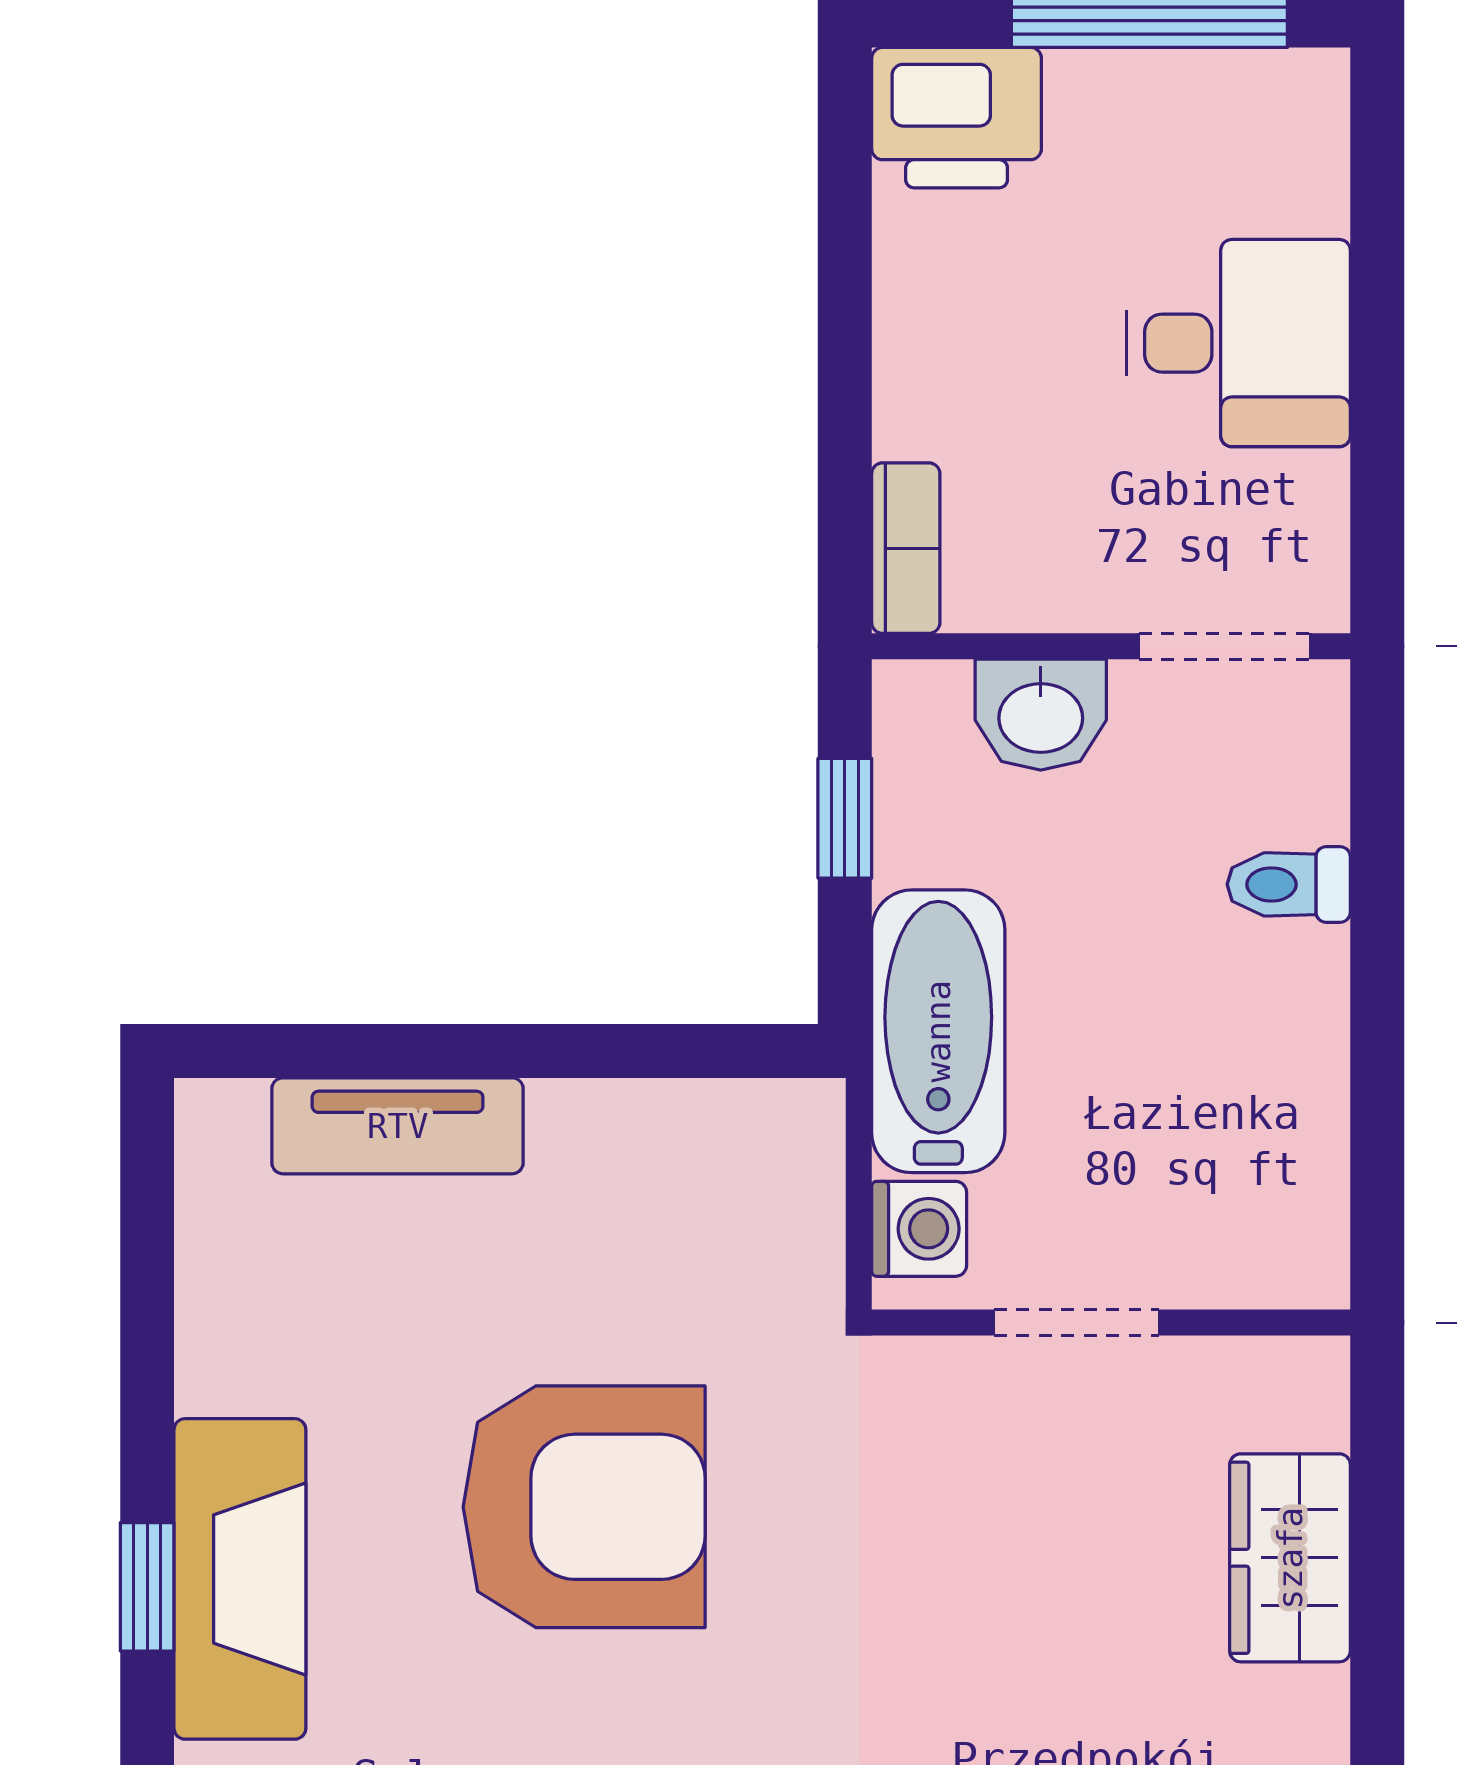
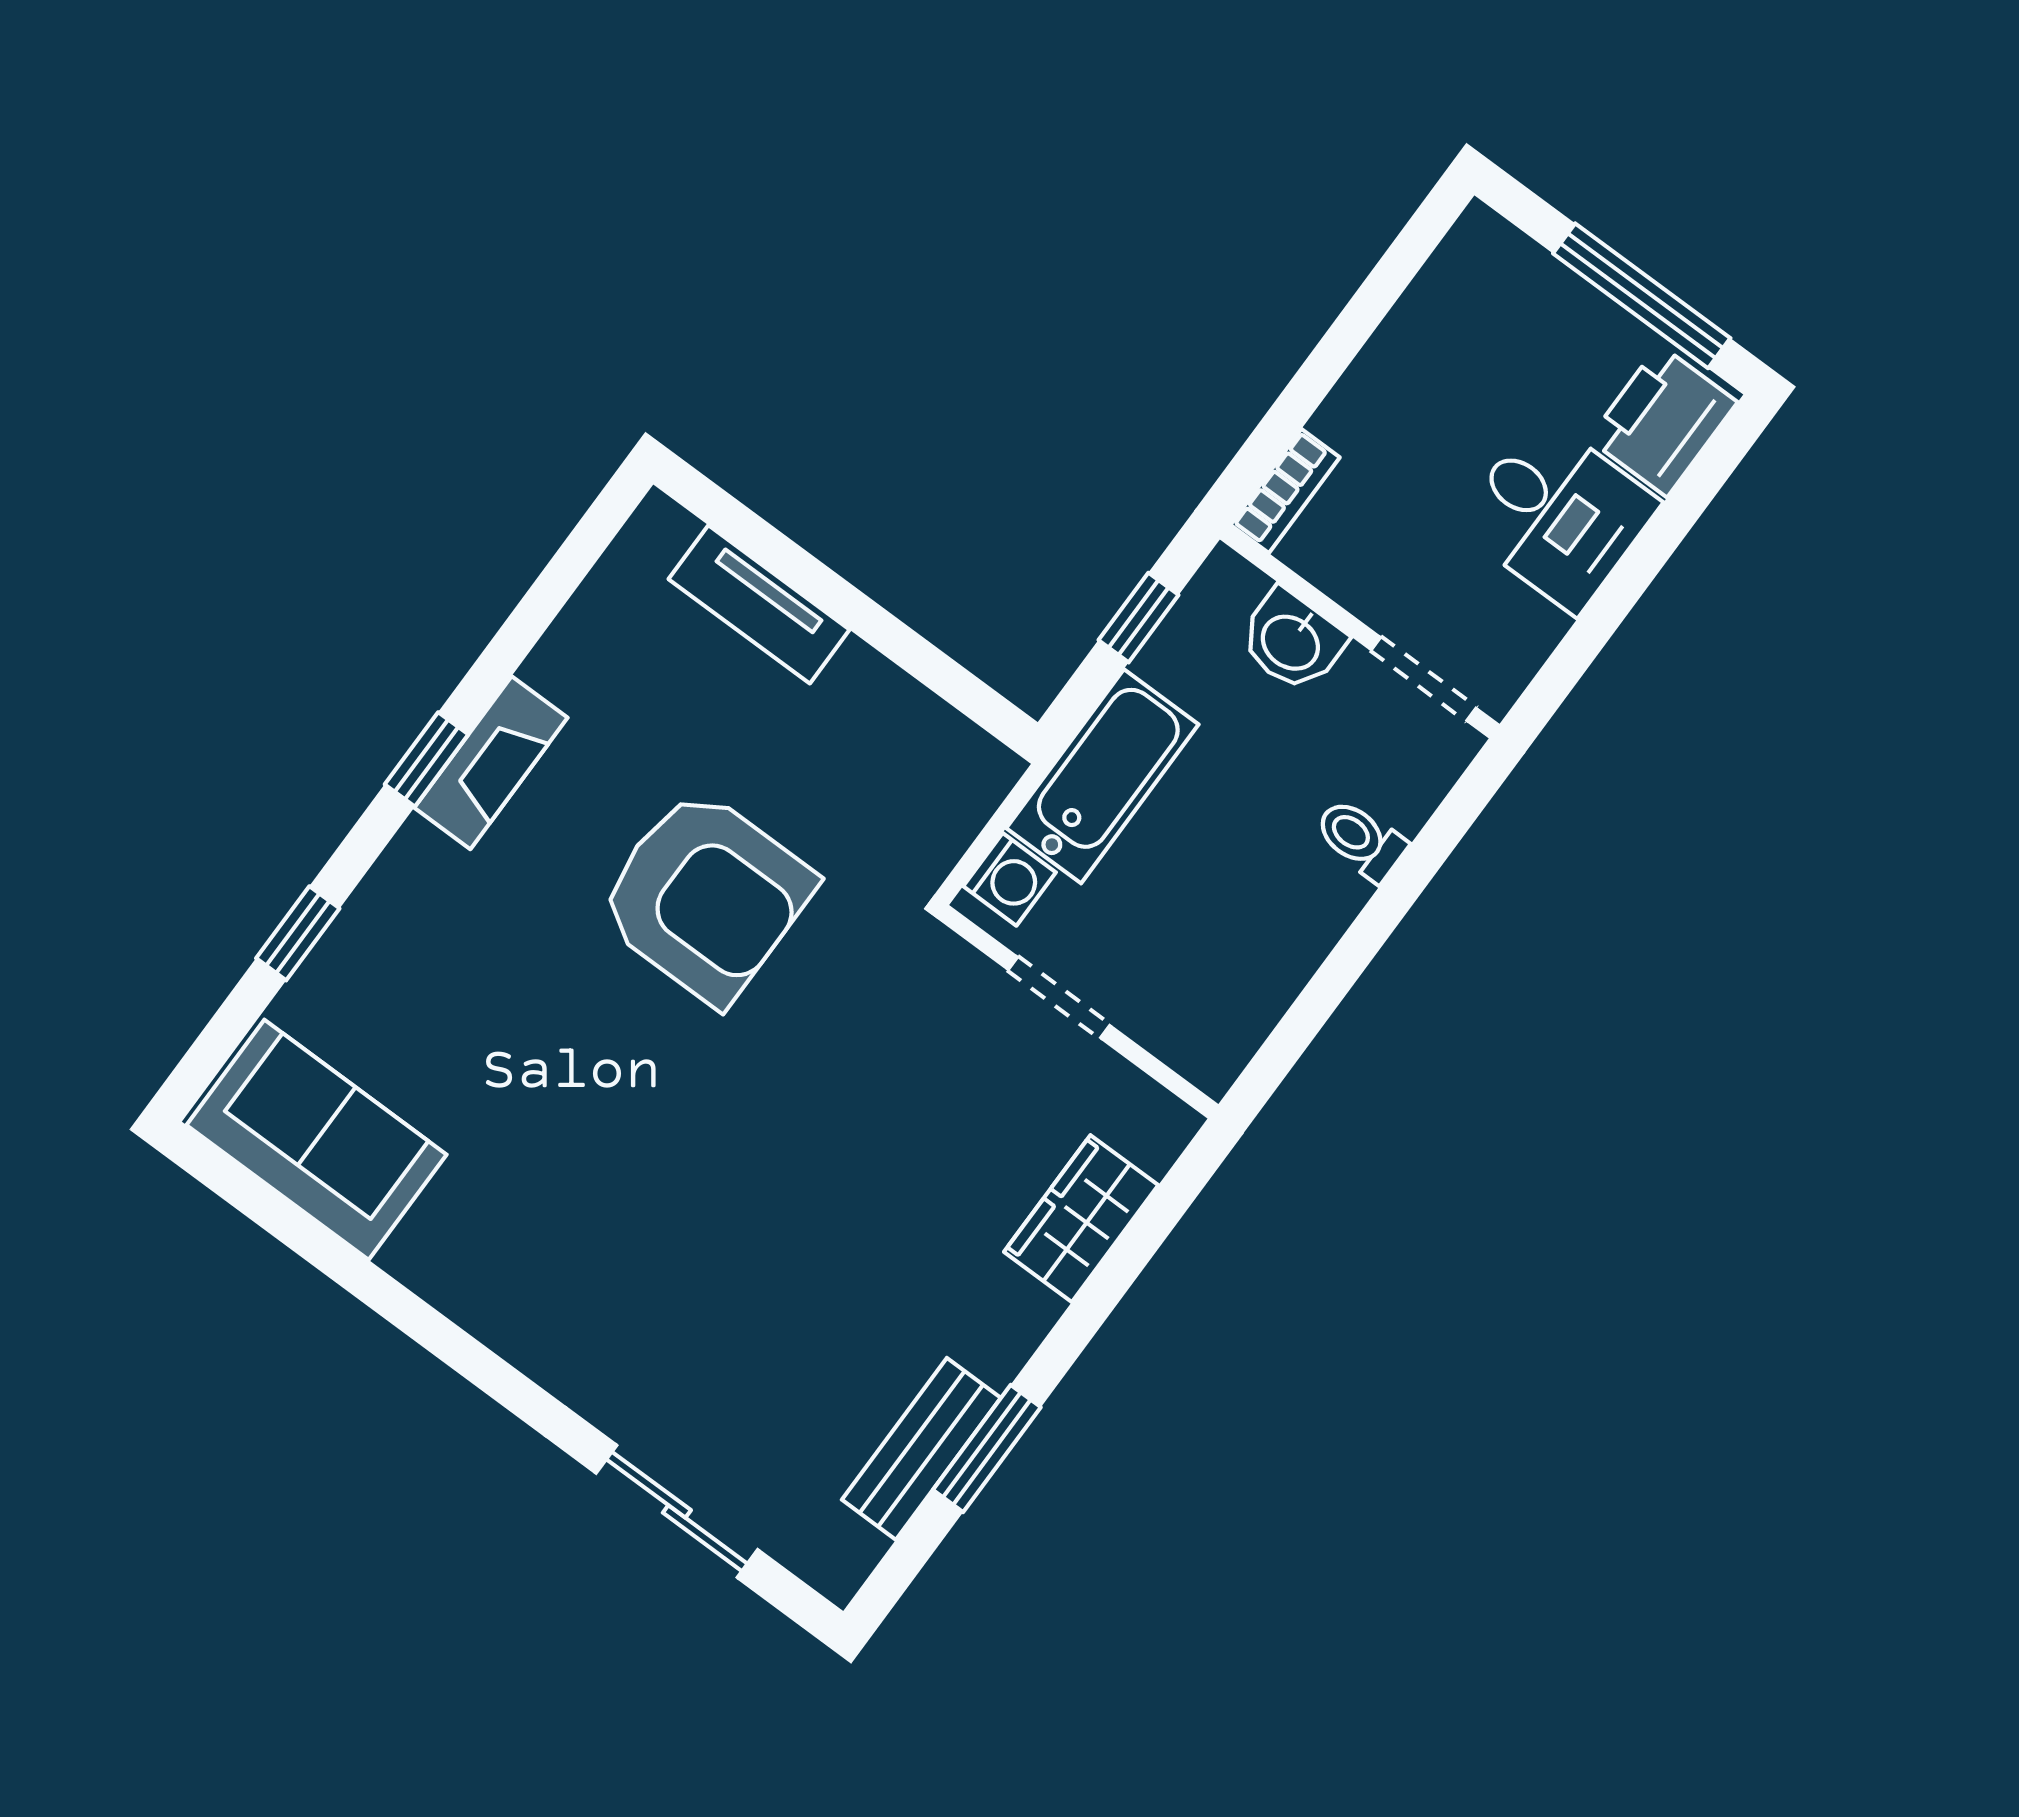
printer: (957, 118) -> (1663, 421), moved, turned 90
fireplace: (240, 1579) -> (491, 763), width x0.73, depth x0.76

